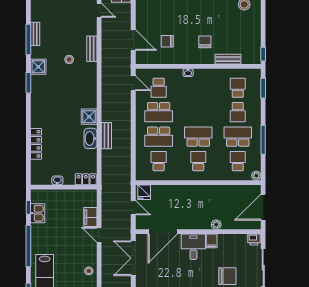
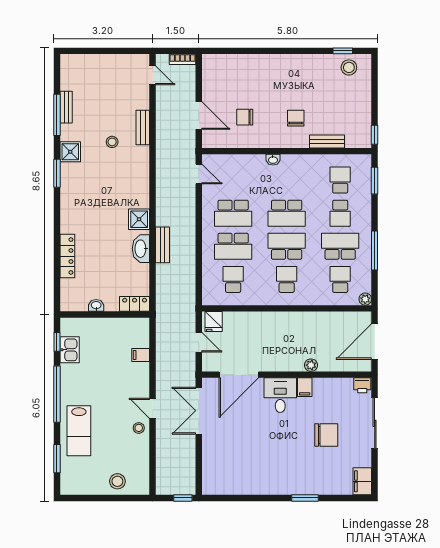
school desk: (159, 88) -> (287, 213), moved, width x1.85
filing cabinet: (90, 217) -> (141, 355), width x0.50
door: (99, 235) -> (153, 408), moved

